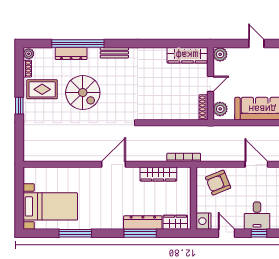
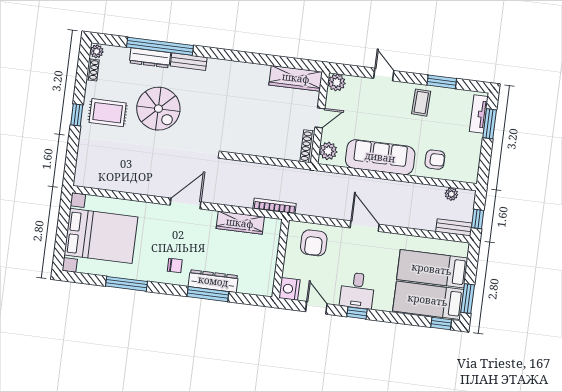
bench: (114, 53) -> (189, 62), moved
rug: (42, 89) -> (108, 113), moved
armchair: (218, 183) -> (314, 243), turned -68
bed with nightstands: (50, 206) -> (101, 236), width x1.36
chair: (111, 214) -> (175, 265), added
wardrobe: (175, 222) -> (254, 286), removed

